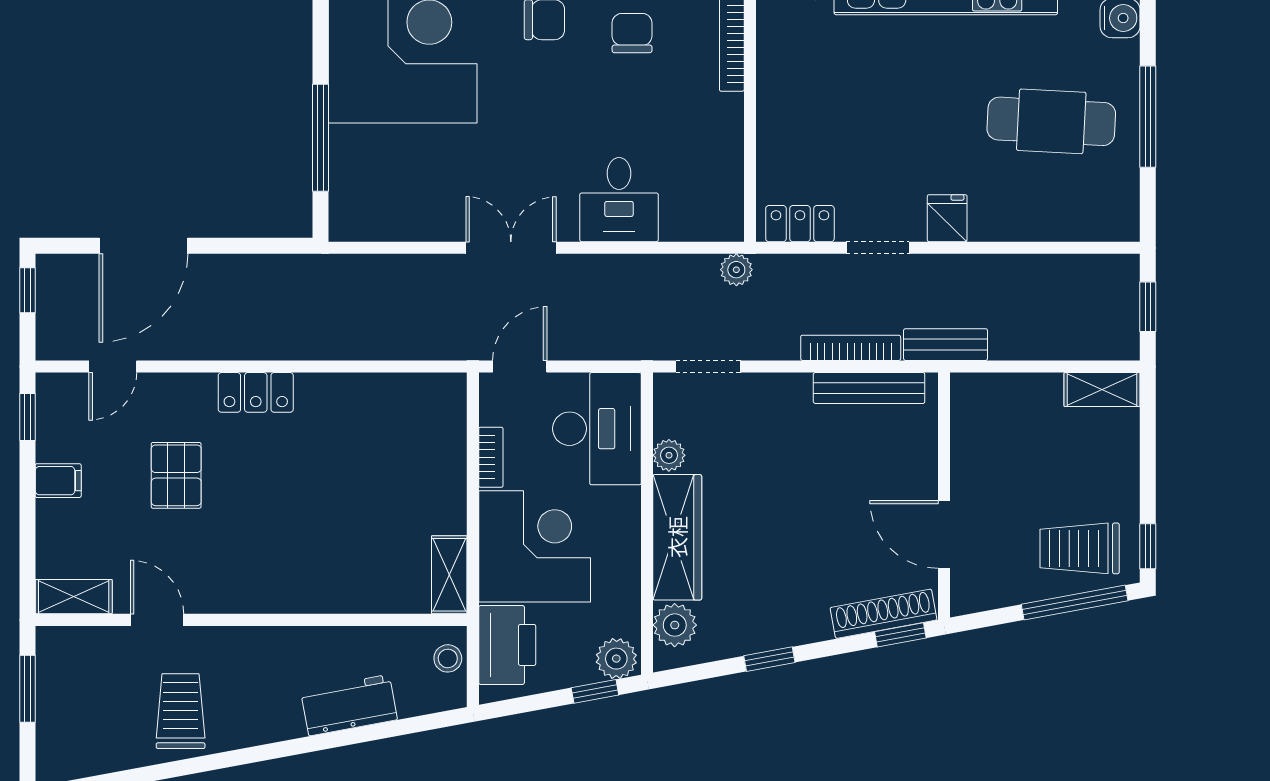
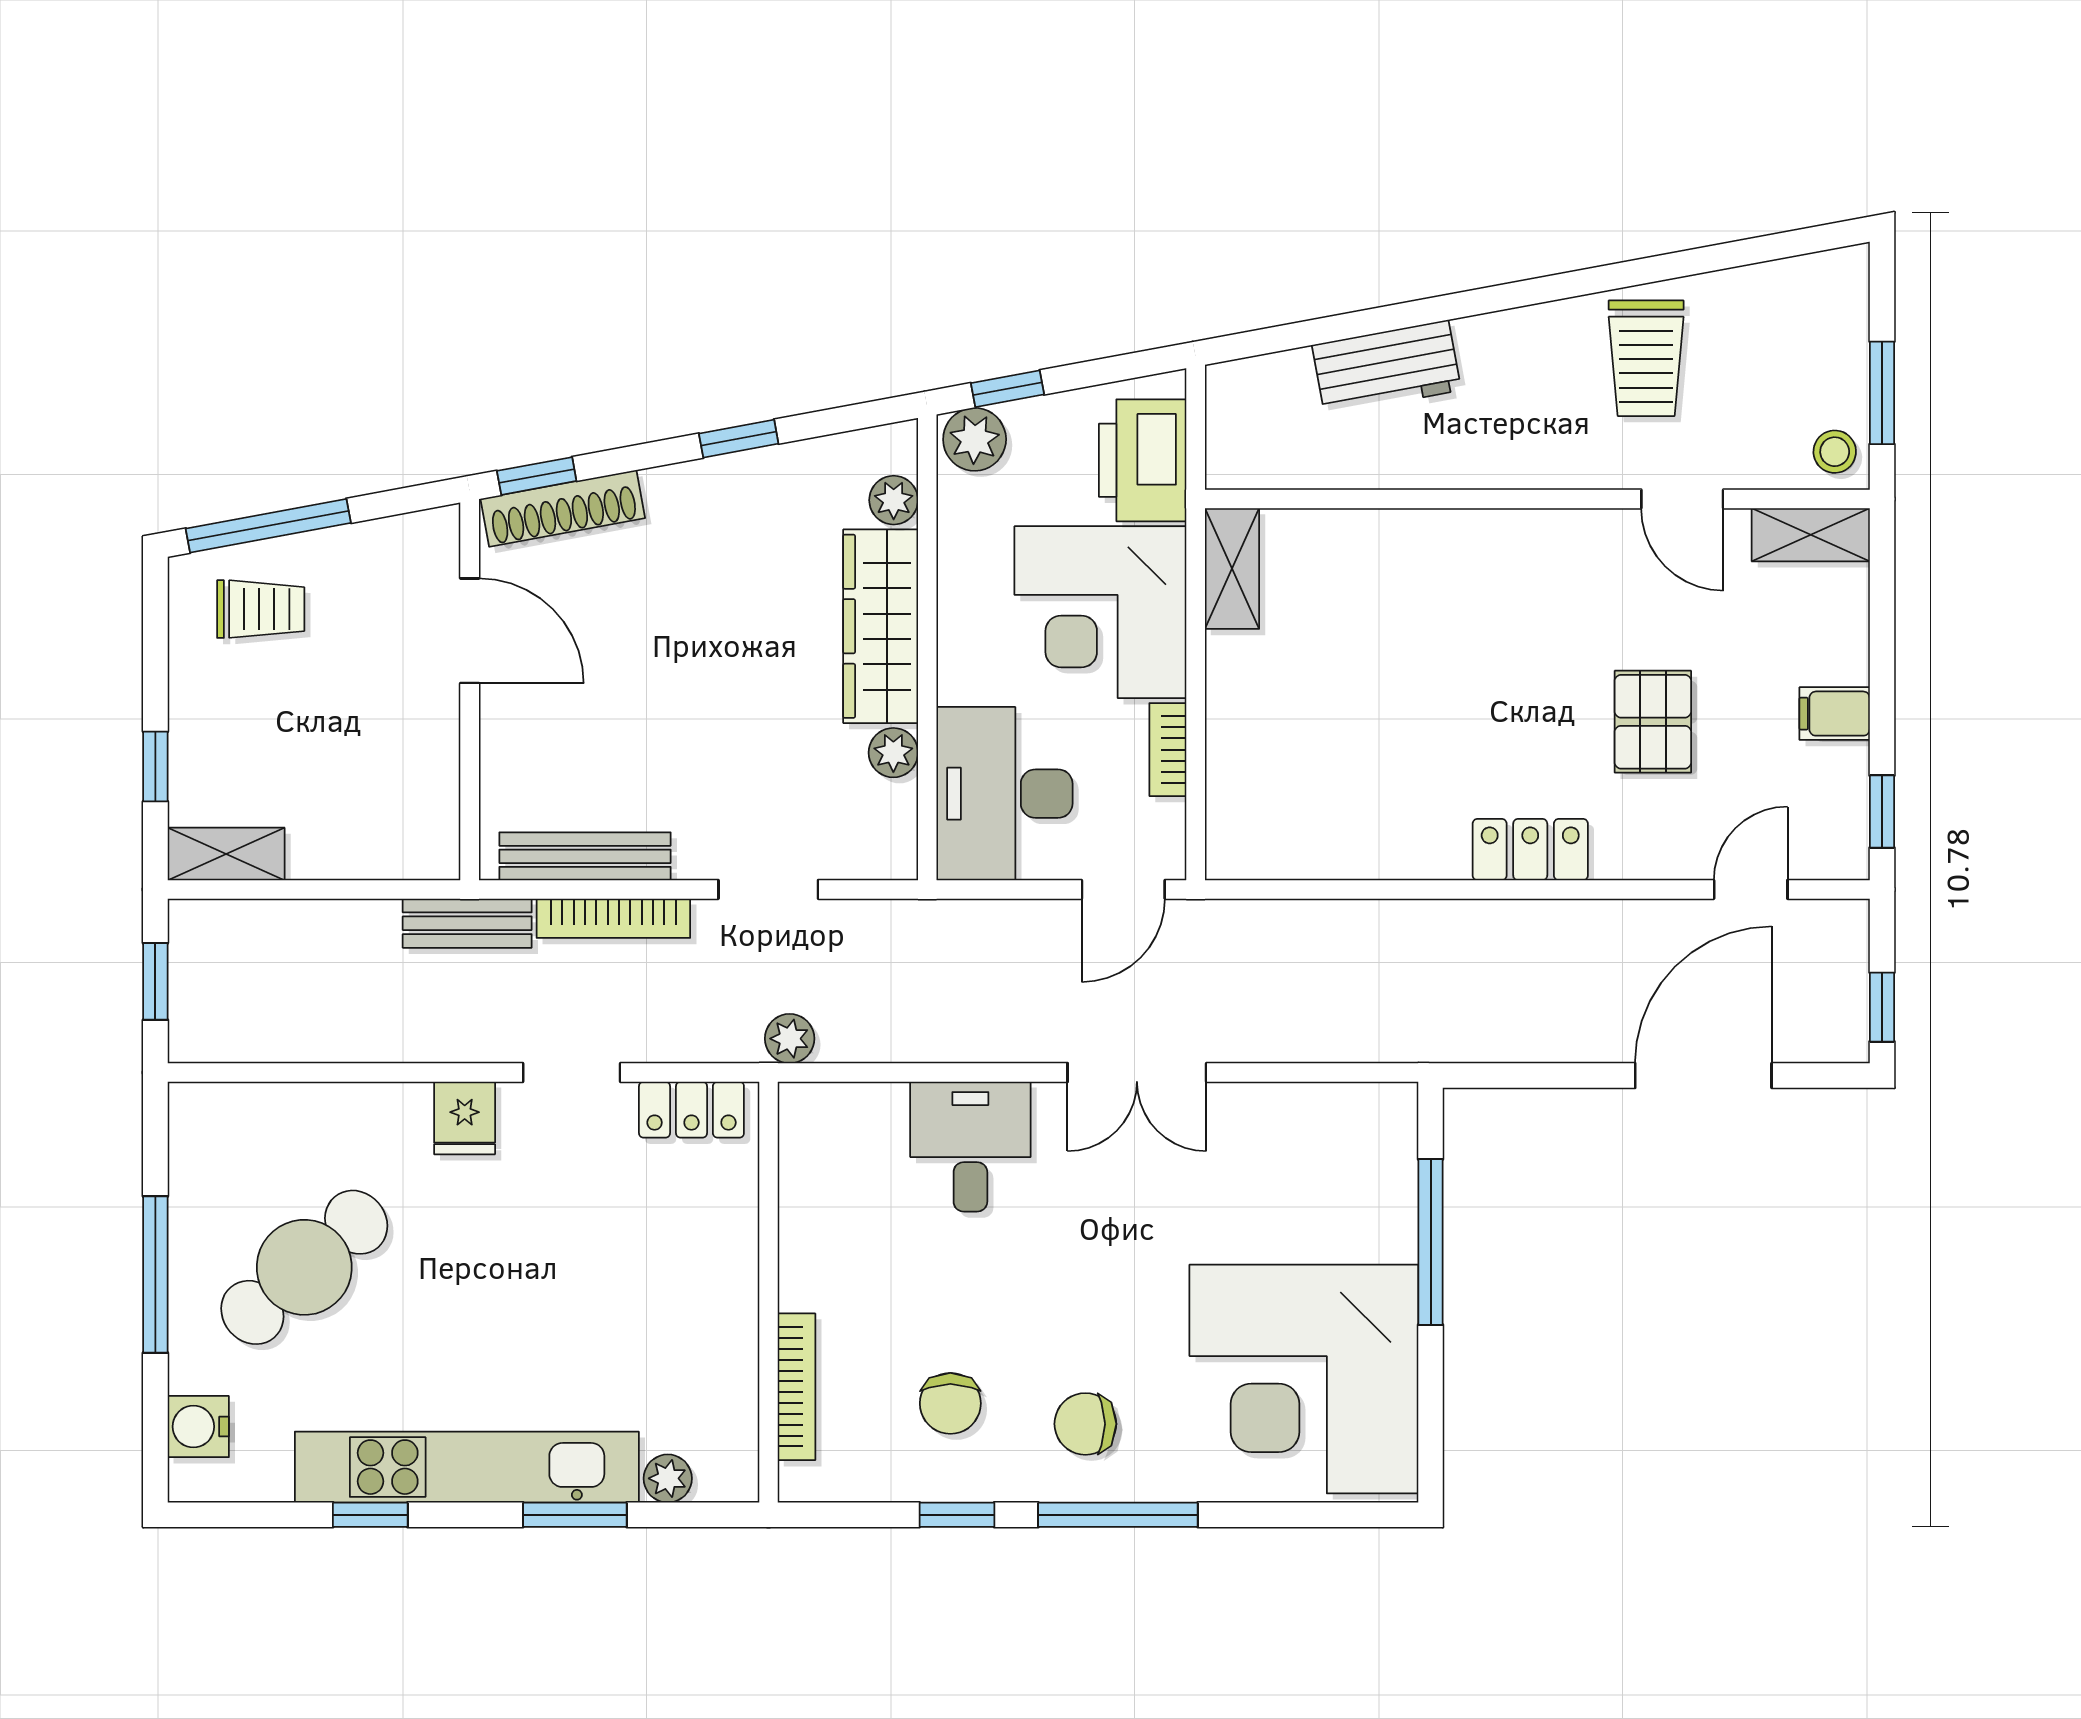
cafe table: (1051, 121) -> (304, 1267), turned -44
doorway: (708, 366) -> (768, 889), moved
window: (1148, 546) -> (155, 766), moved
trolley: (1080, 548) -> (261, 609), width x0.73, depth x0.72
plant: (675, 625) -> (894, 500), width x0.73, depth x0.73
stool: (448, 658) -> (1835, 452), moved

